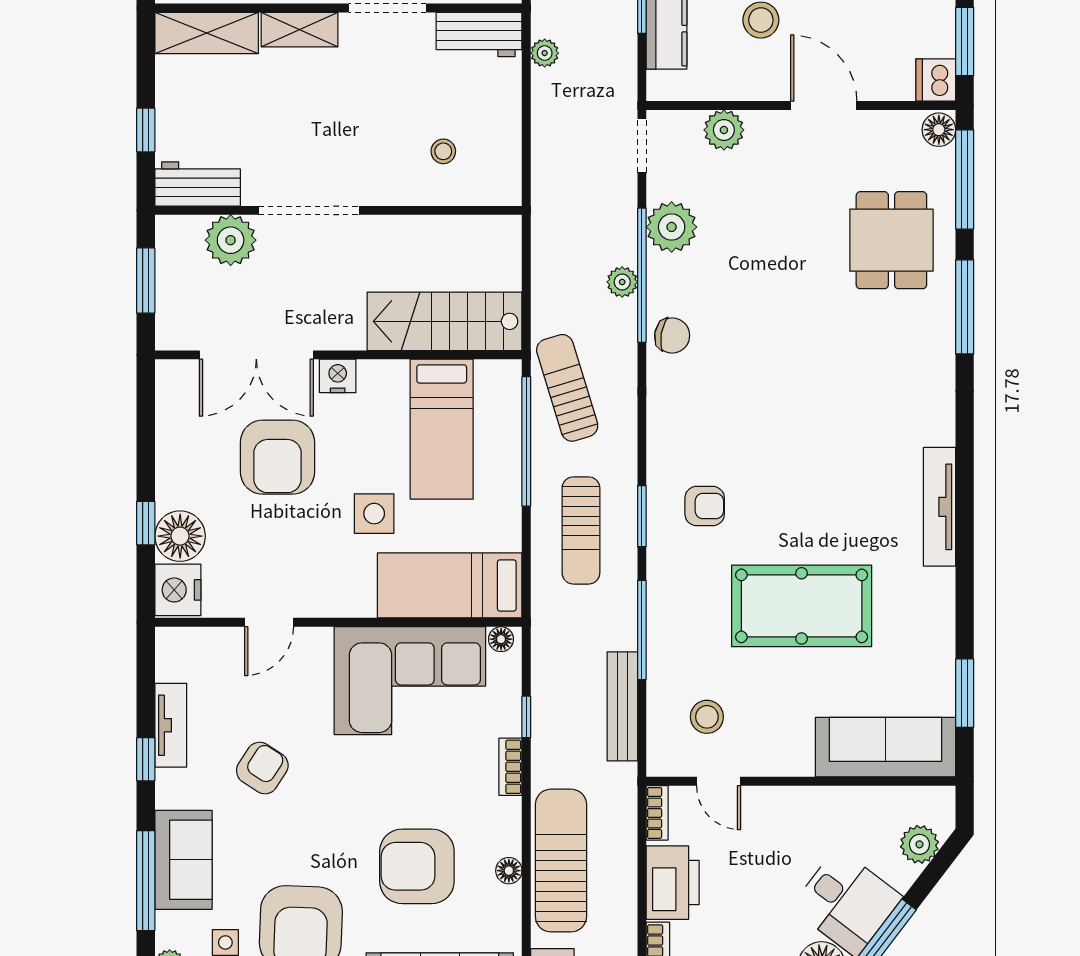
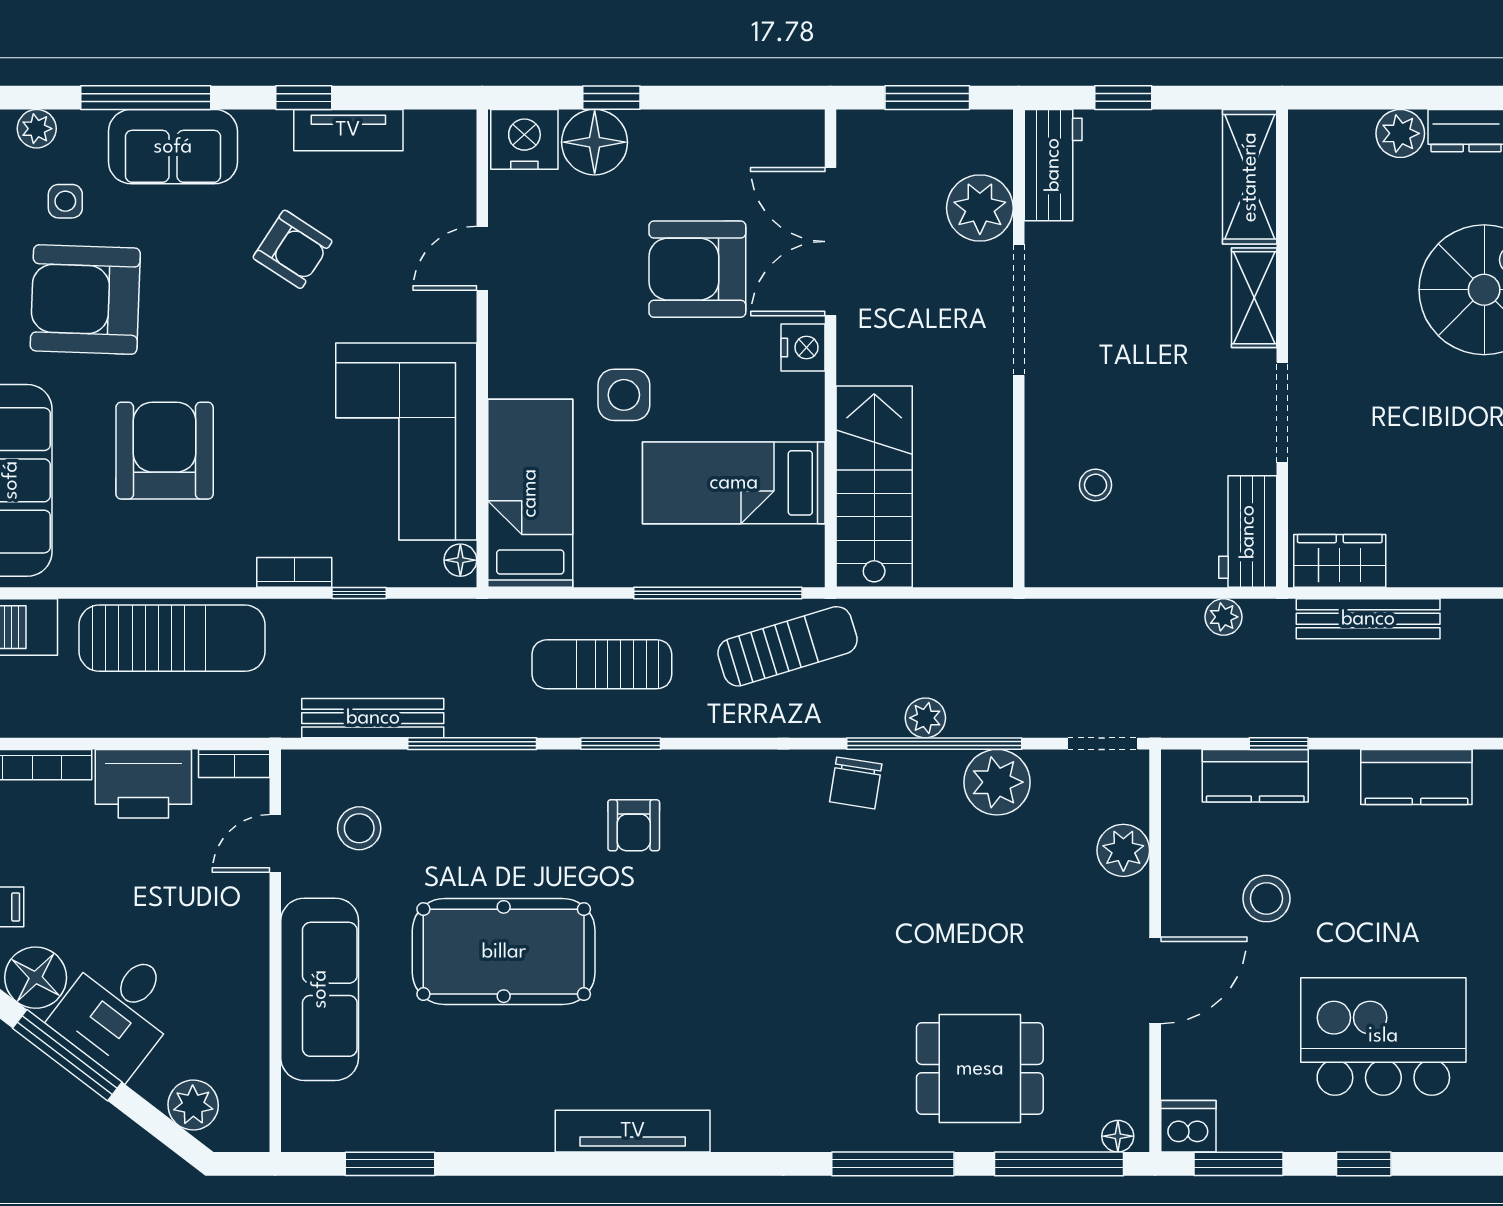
floor lamp: (939, 130) -> (1118, 1136), width x0.73, depth x0.73
pool table: (802, 606) -> (504, 952), turned 90
door: (269, 622) -> (482, 258), hinge flipped
sofa: (885, 747) -> (320, 989), moved
floor lamp: (509, 871) -> (159, 570), removed

